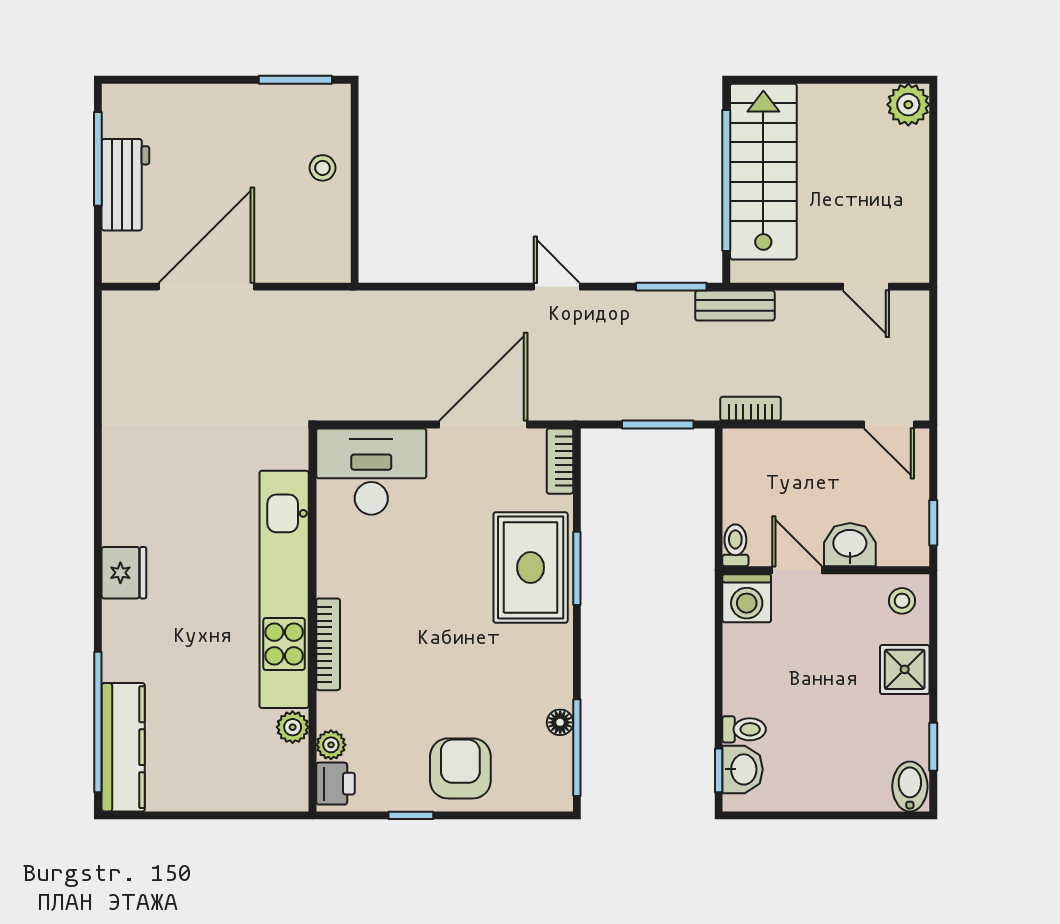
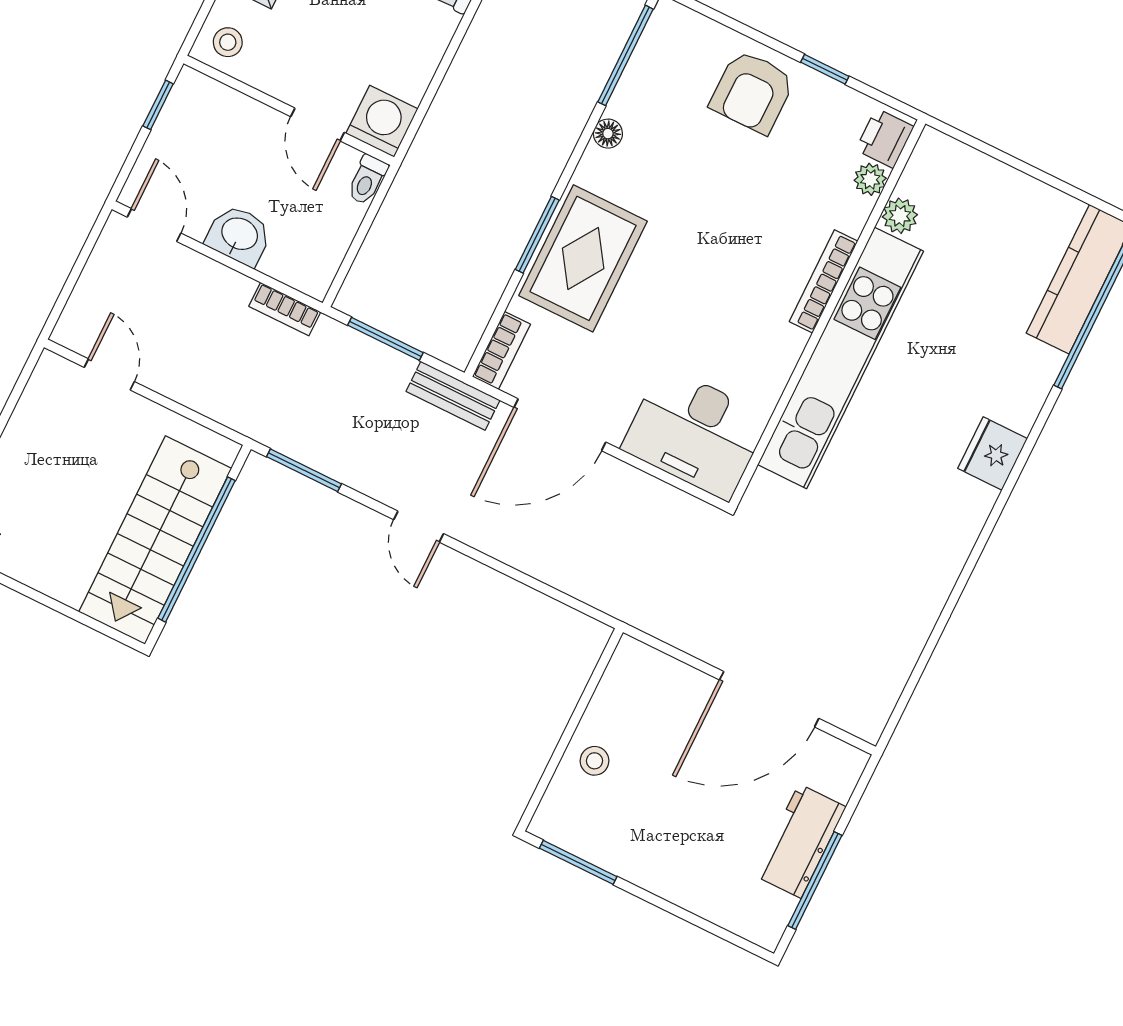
bench: (735, 306) -> (453, 396), moved
washbasin: (850, 545) -> (239, 235), moved, turned 180
floor lamp: (560, 722) -> (608, 134), moved

